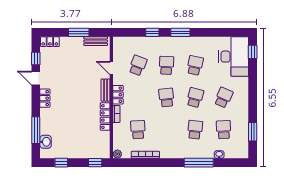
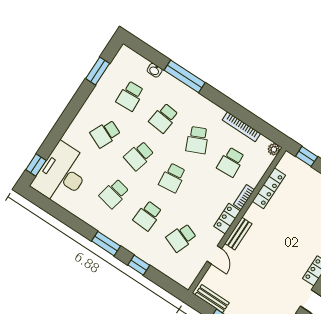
locker: (105, 117) -> (269, 188), moved
school desk: (166, 130) -> (197, 140), added

